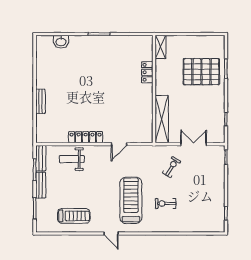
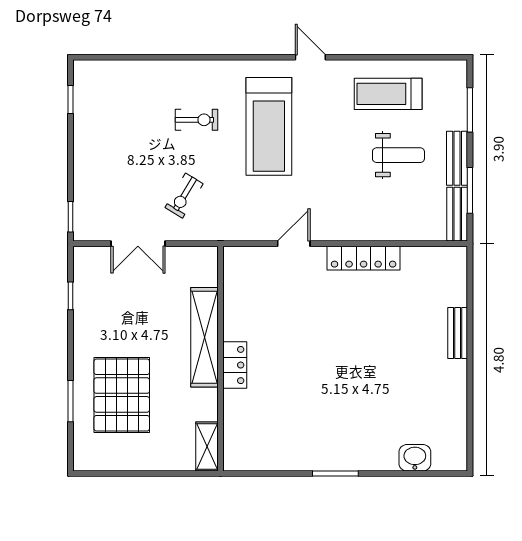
locker: (147, 72) -> (235, 365), moved
pallet: (201, 72) -> (122, 395), turned 90
shelving: (162, 119) -> (205, 337), moved
weight bench: (72, 159) -> (398, 155), moved

